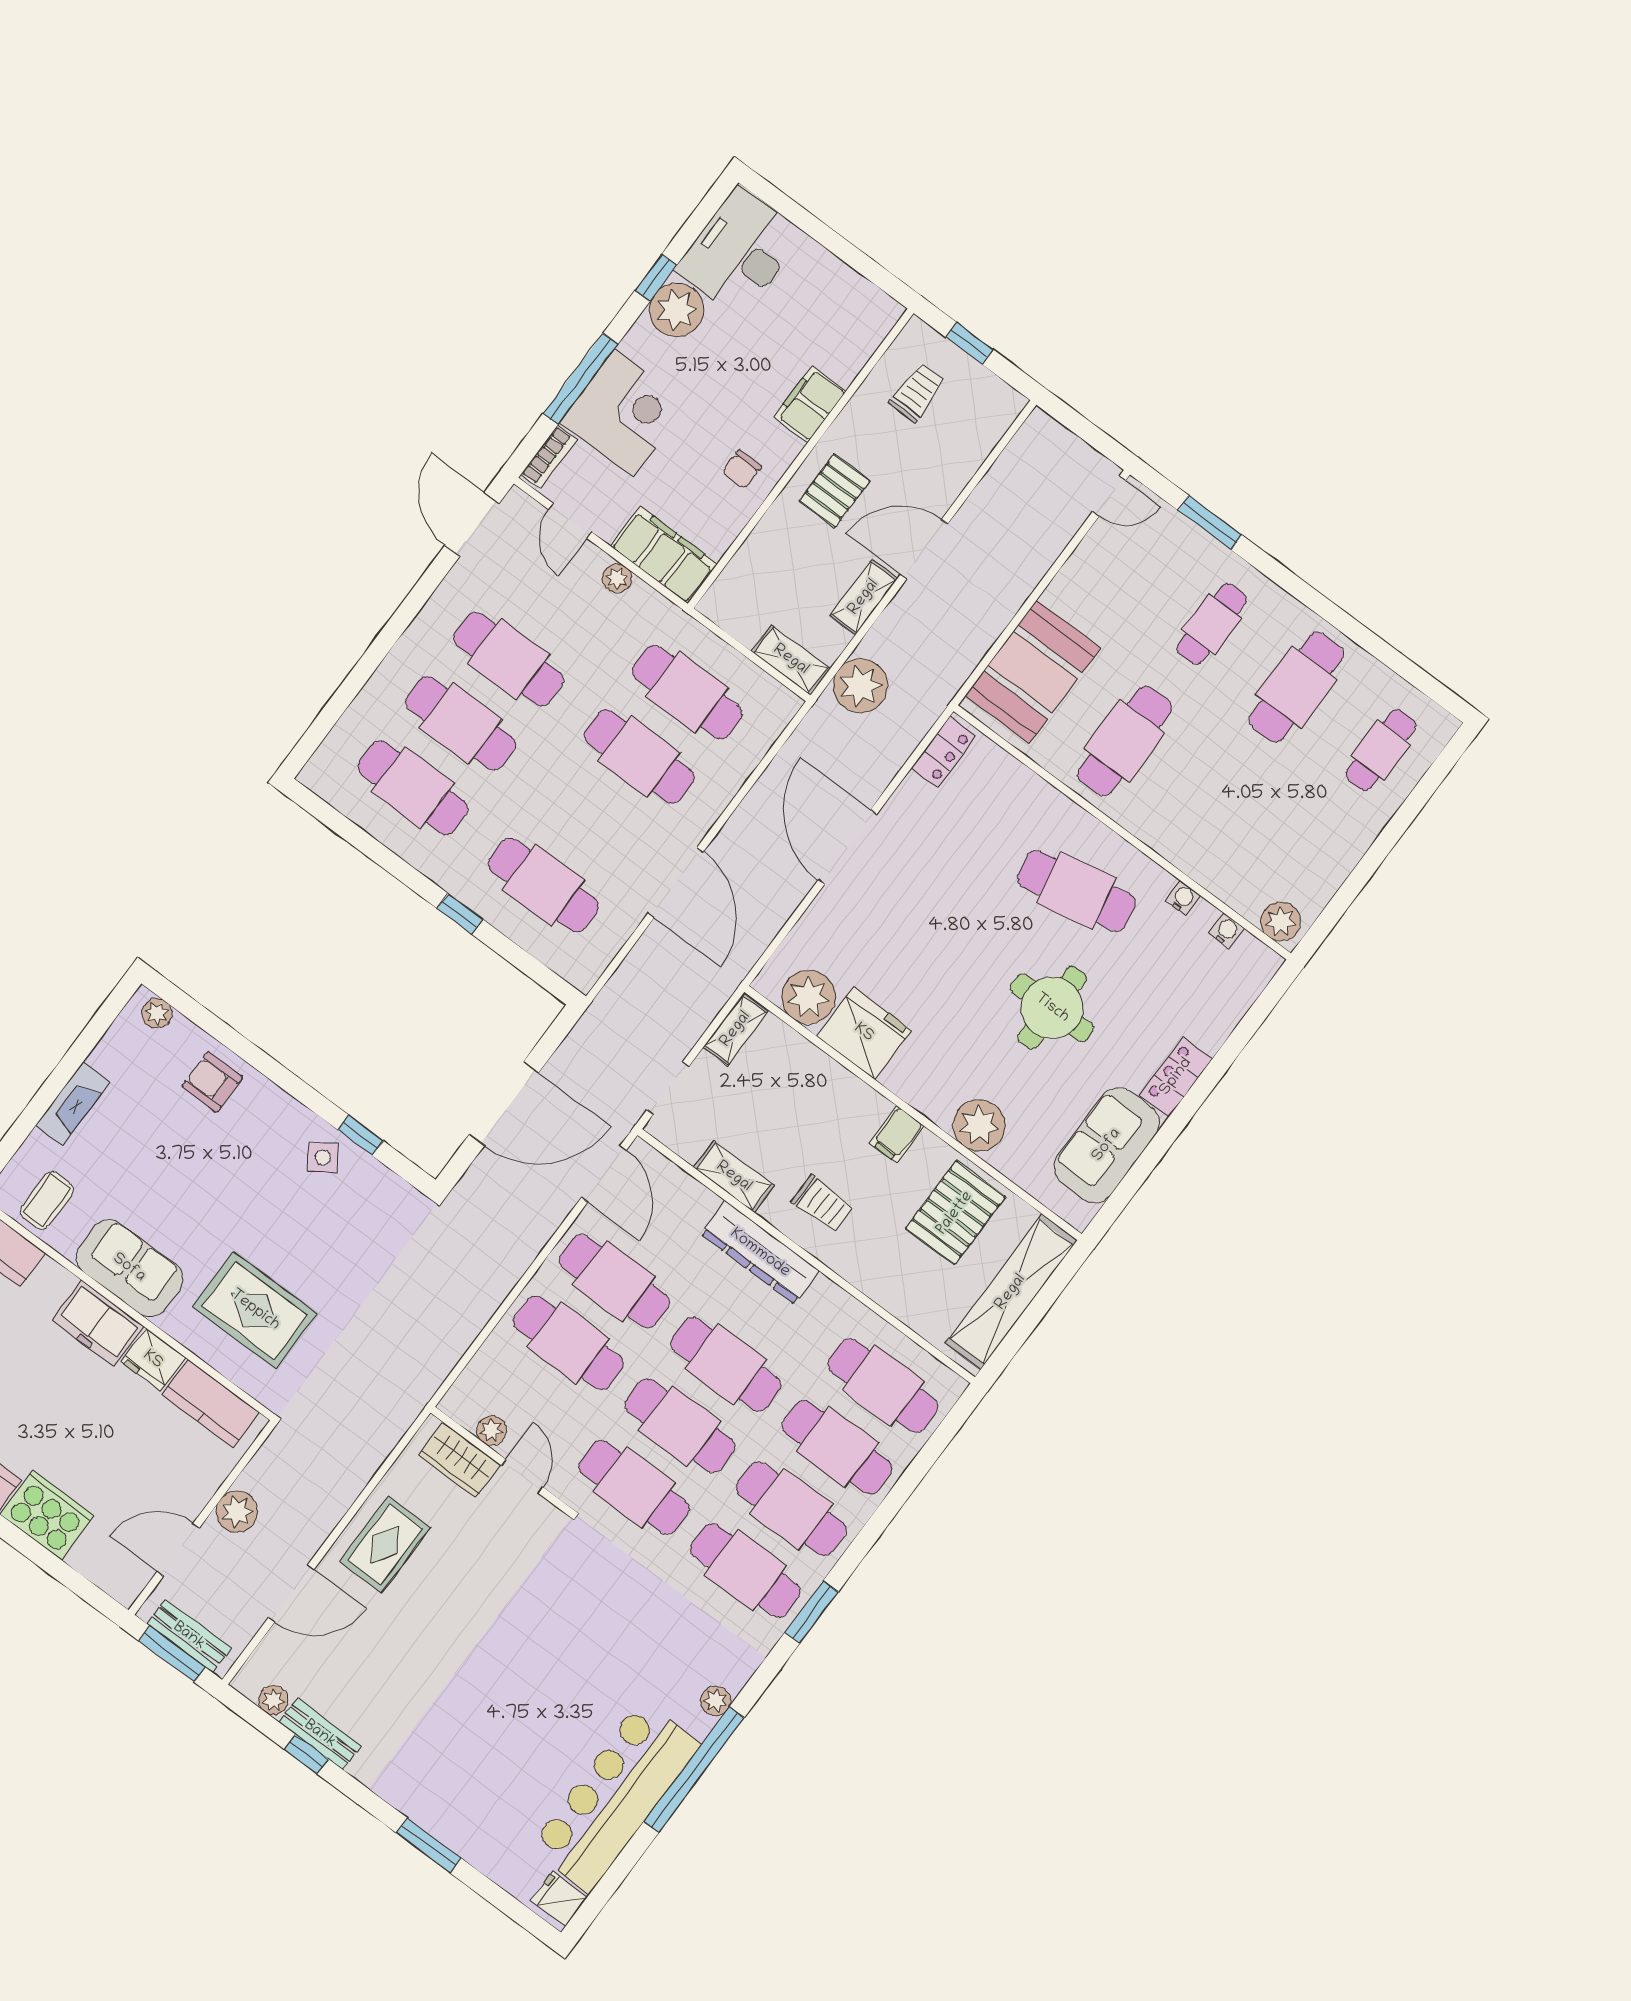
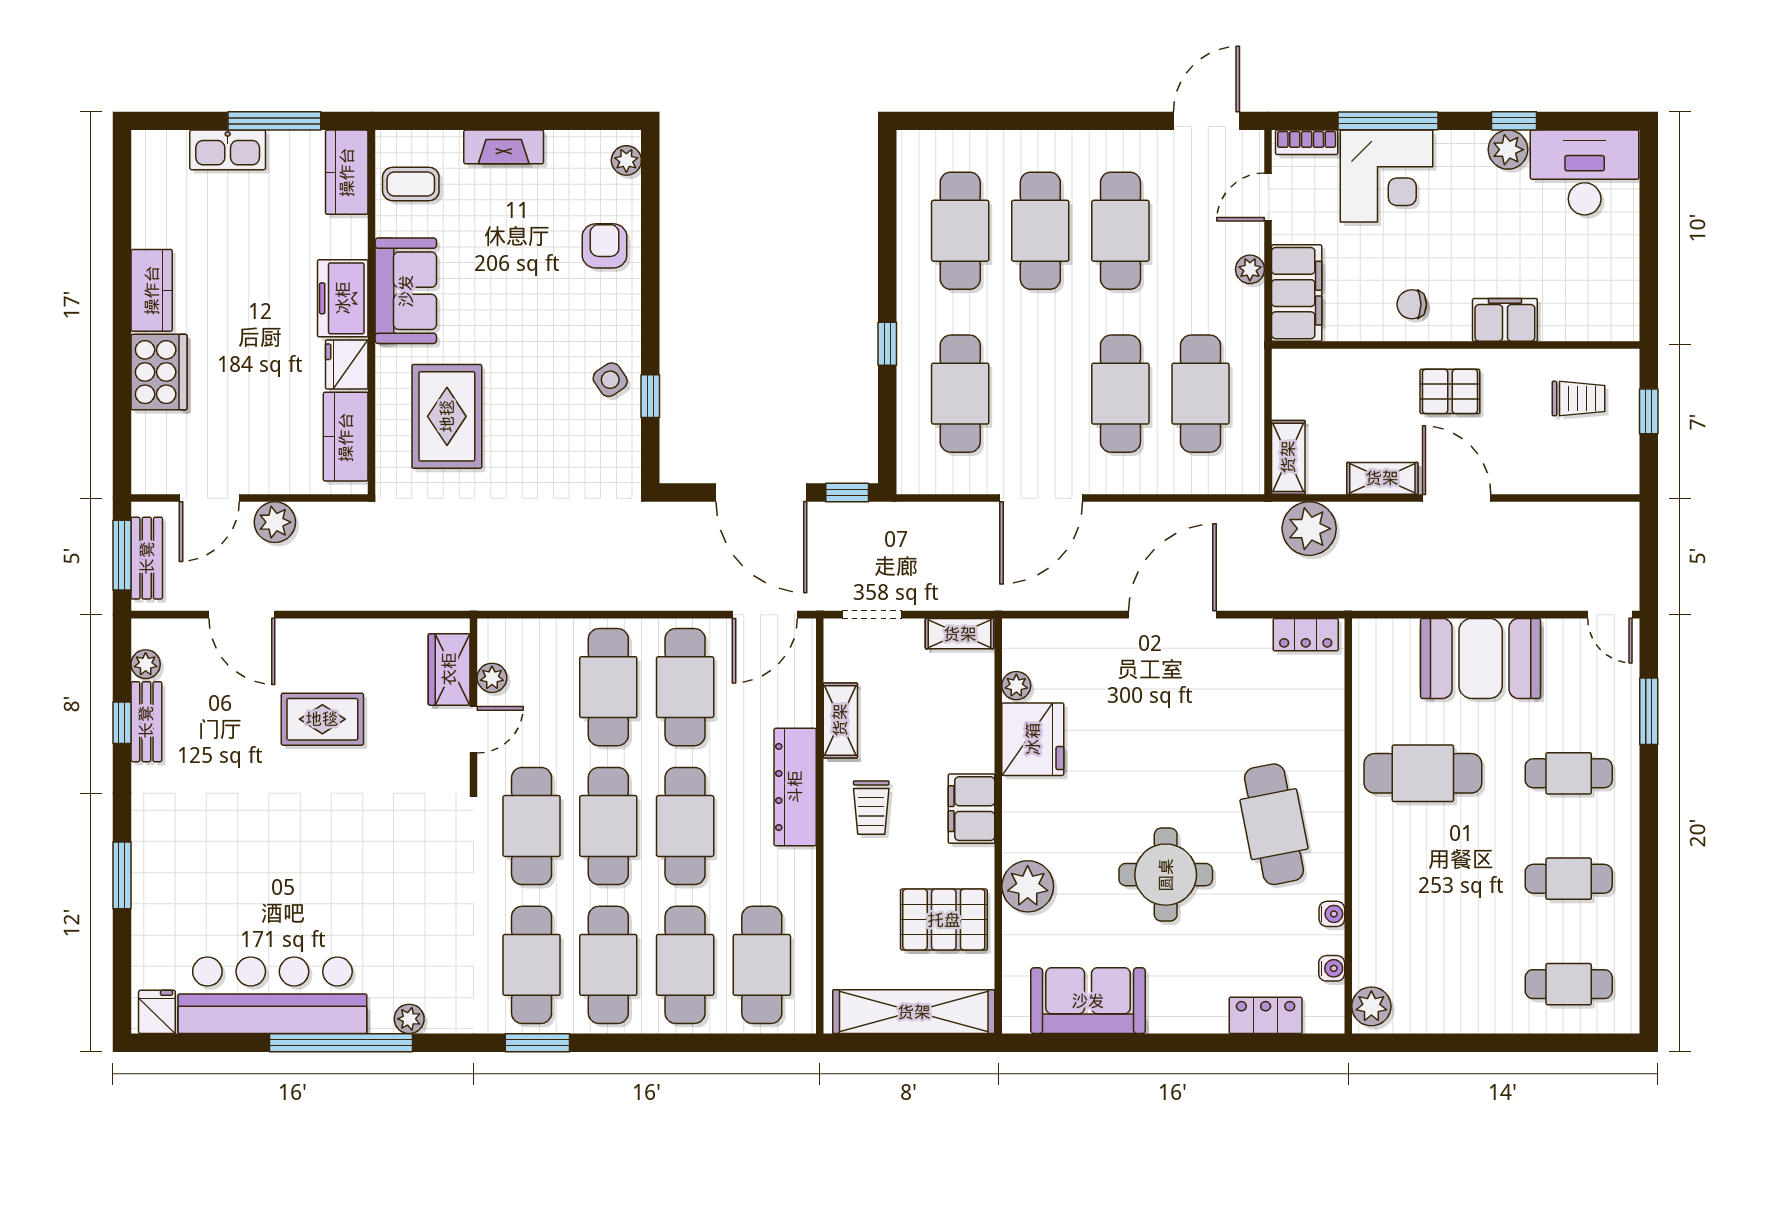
plant: (677, 310) -> (1508, 150), width x0.73, depth x0.73
booth: (1033, 672) -> (1481, 658), moved
cafe table: (1296, 687) -> (1569, 879), width x0.73, depth x0.74
plant: (809, 997) -> (1016, 686), width x0.53, depth x0.53
window: (555, 1035) -> (847, 493), added
locker: (1176, 1077) -> (1266, 1015), moved
filing cabinet: (897, 1134) -> (972, 809), width x2.00
rug: (385, 1544) -> (322, 719), moved
door: (178, 1550) -> (209, 498), swing flipped

